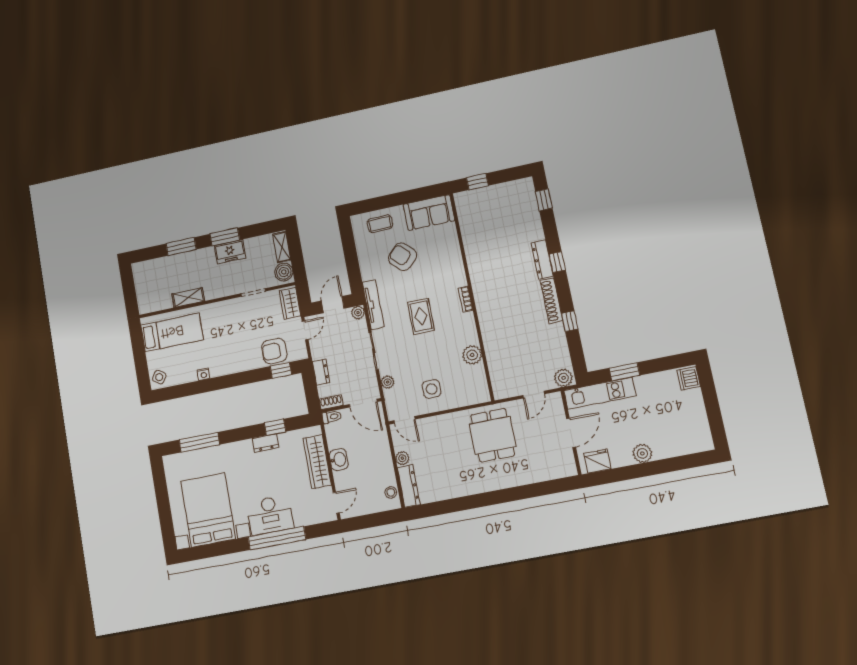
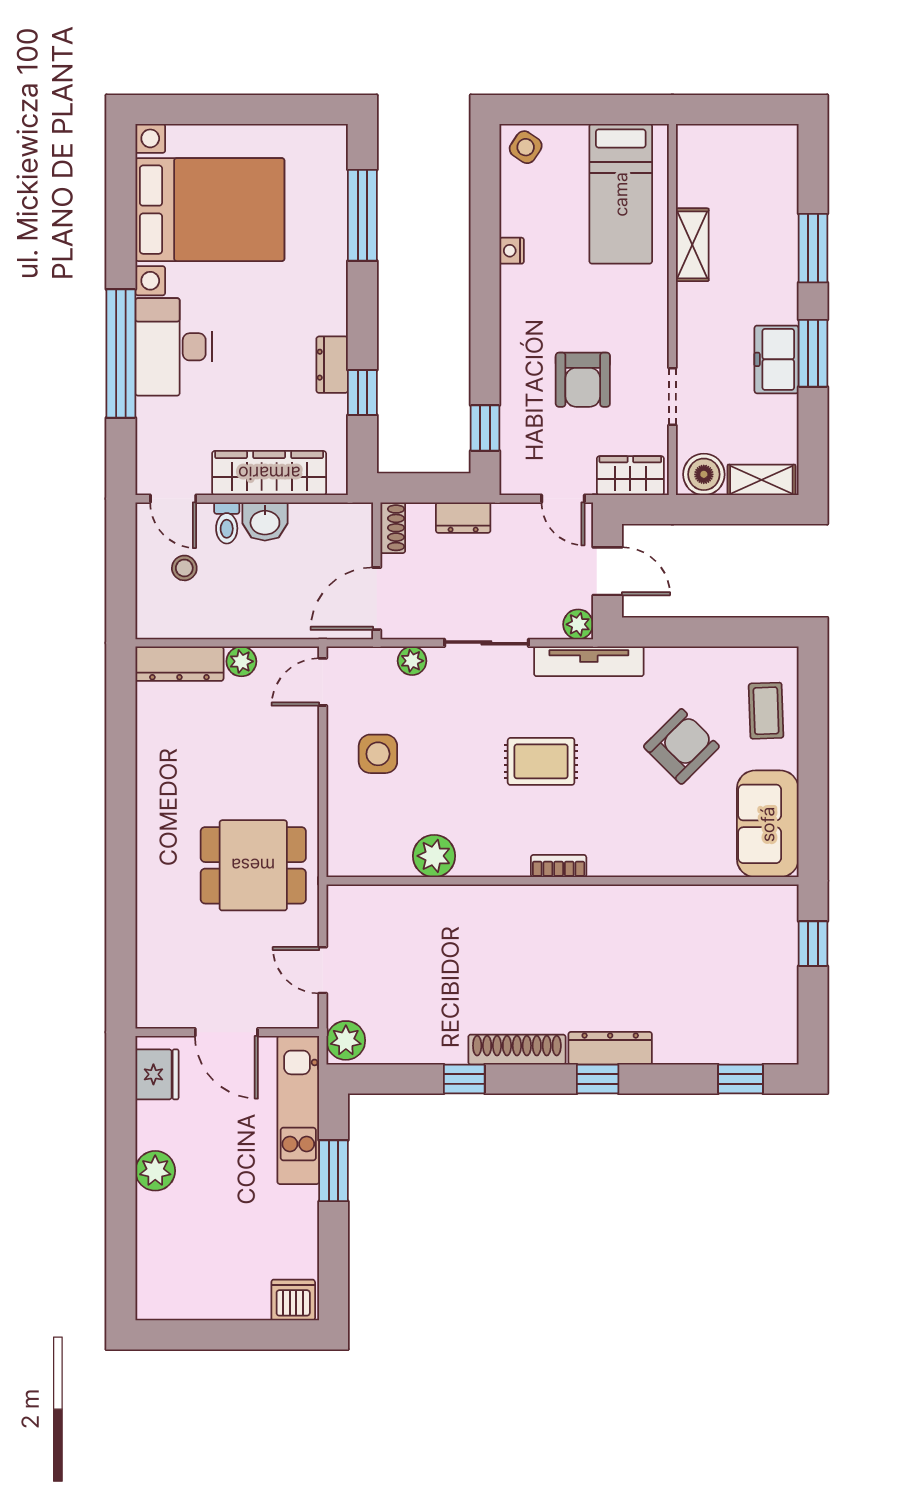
armchair: (274, 351) -> (583, 380), moved, turned 180
toilet: (332, 417) -> (227, 523), moved
stool: (391, 492) -> (184, 568), moved

